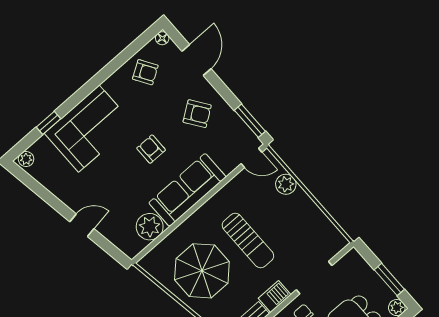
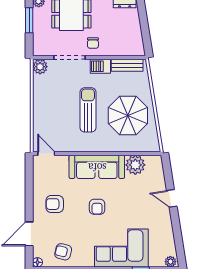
armchair: (145, 72) -> (63, 252), turned -44
armchair: (197, 114) -> (55, 204), turned -55
window: (250, 121) -> (29, 175), removed
plant: (286, 184) -> (40, 67), moved

